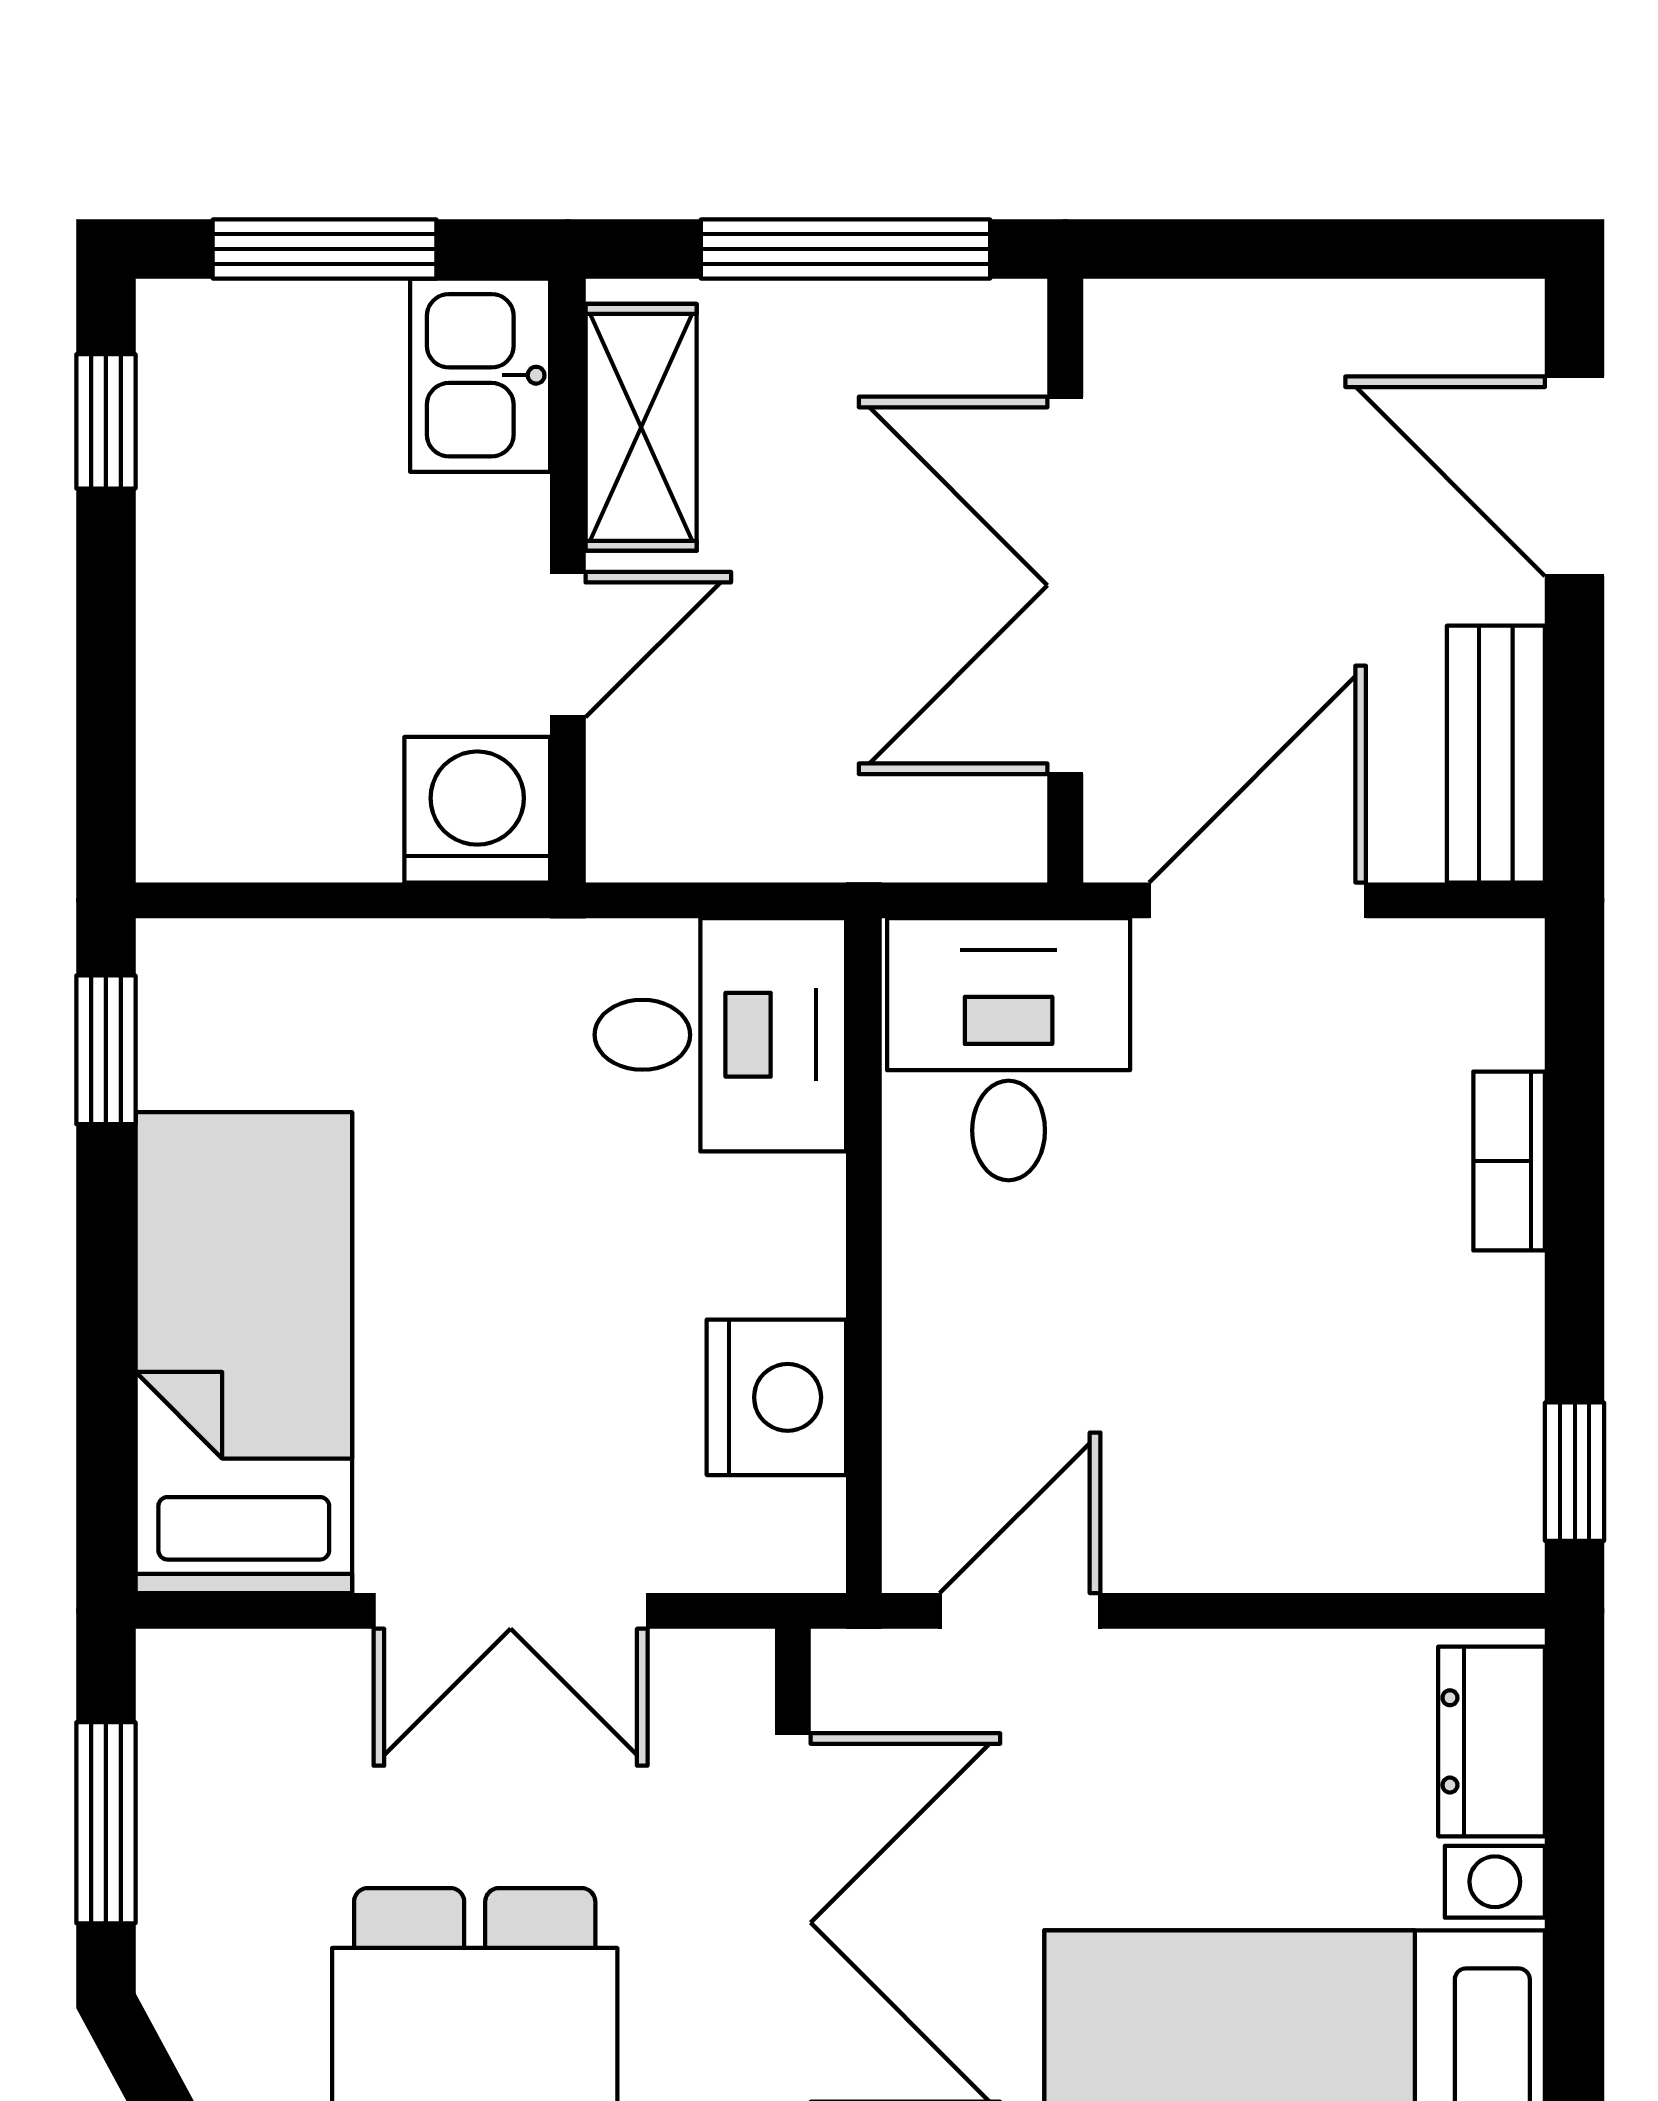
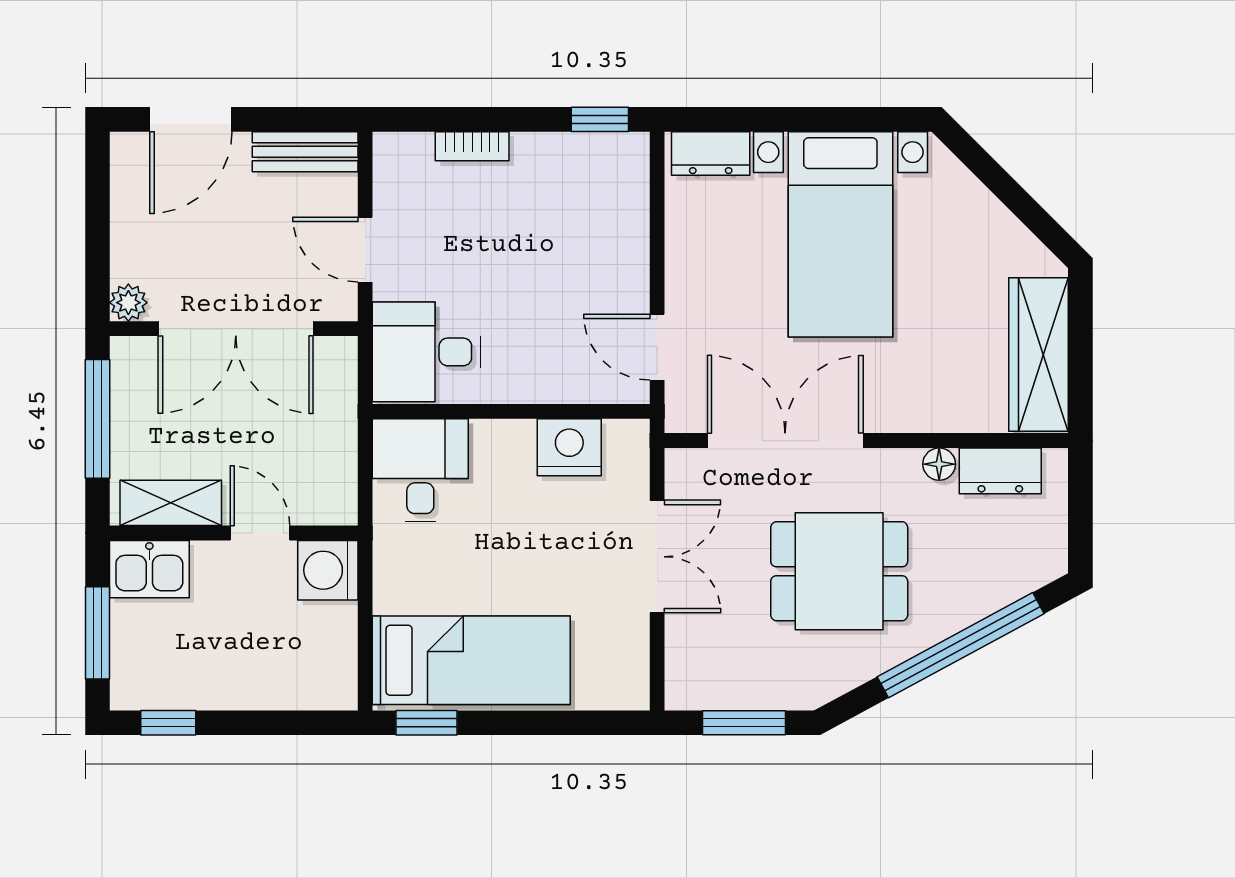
plant: (1129, 324) -> (128, 303), added
door: (1258, 900) -> (365, 250), width x0.73
bed: (244, 1353) -> (471, 660), moved, turned 180

